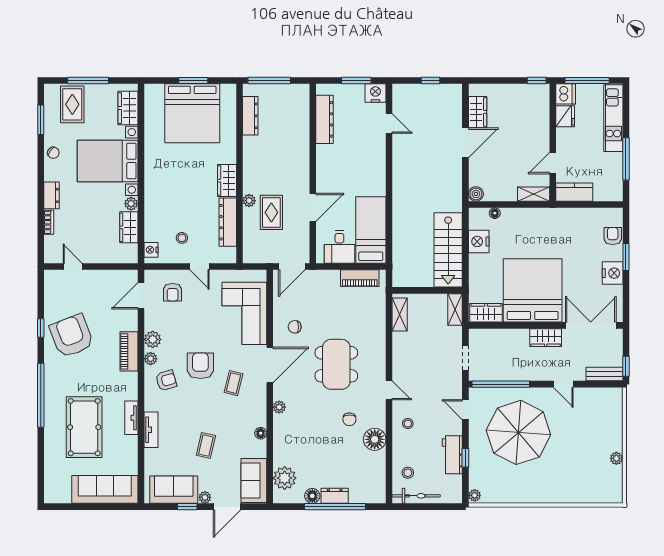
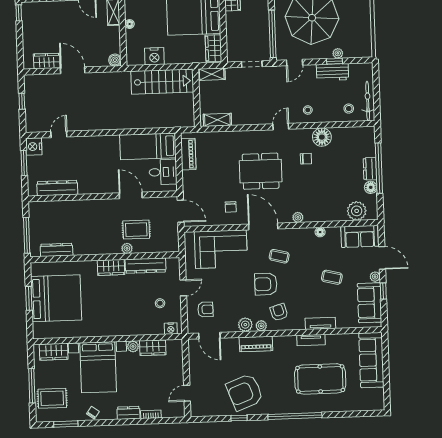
floor lamp: (495, 213) -> (130, 24), moved
plant: (475, 495) -> (338, 53), moved

